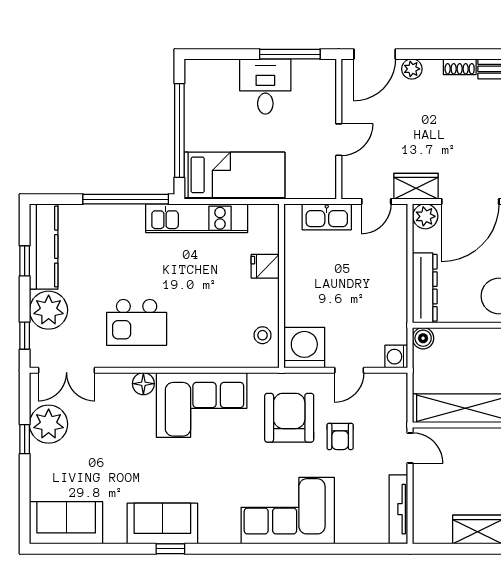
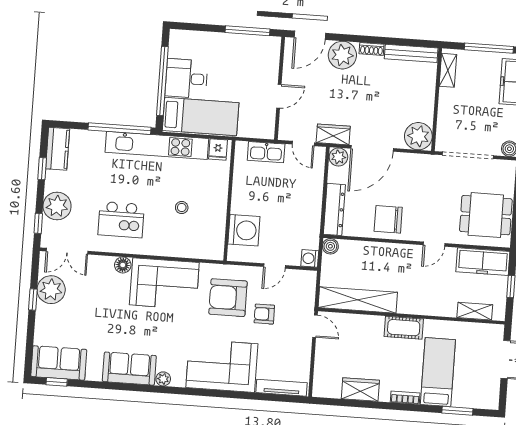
plant: (412, 69) -> (342, 55), width x1.88, depth x1.88
desk: (265, 86) -> (187, 78), moved, turned -90
door: (376, 201) -> (303, 144), hinge flipped
kitchen unit: (197, 218) -> (157, 145), width x1.36
kitchen counter: (44, 247) -> (58, 149), width x0.67
fridge: (265, 266) -> (218, 149), moved, turned -90
stool: (263, 335) -> (182, 208), moved
washing machine: (304, 348) -> (244, 230), moved, turned 90
armchair: (289, 418) -> (228, 298), turned -90
armchair: (340, 436) -> (264, 314), turned 90
tv unit: (398, 509) -> (282, 388), moved, turned 90
plant: (209, 534) -> (163, 379), added
window: (170, 549) -> (57, 382), moved

